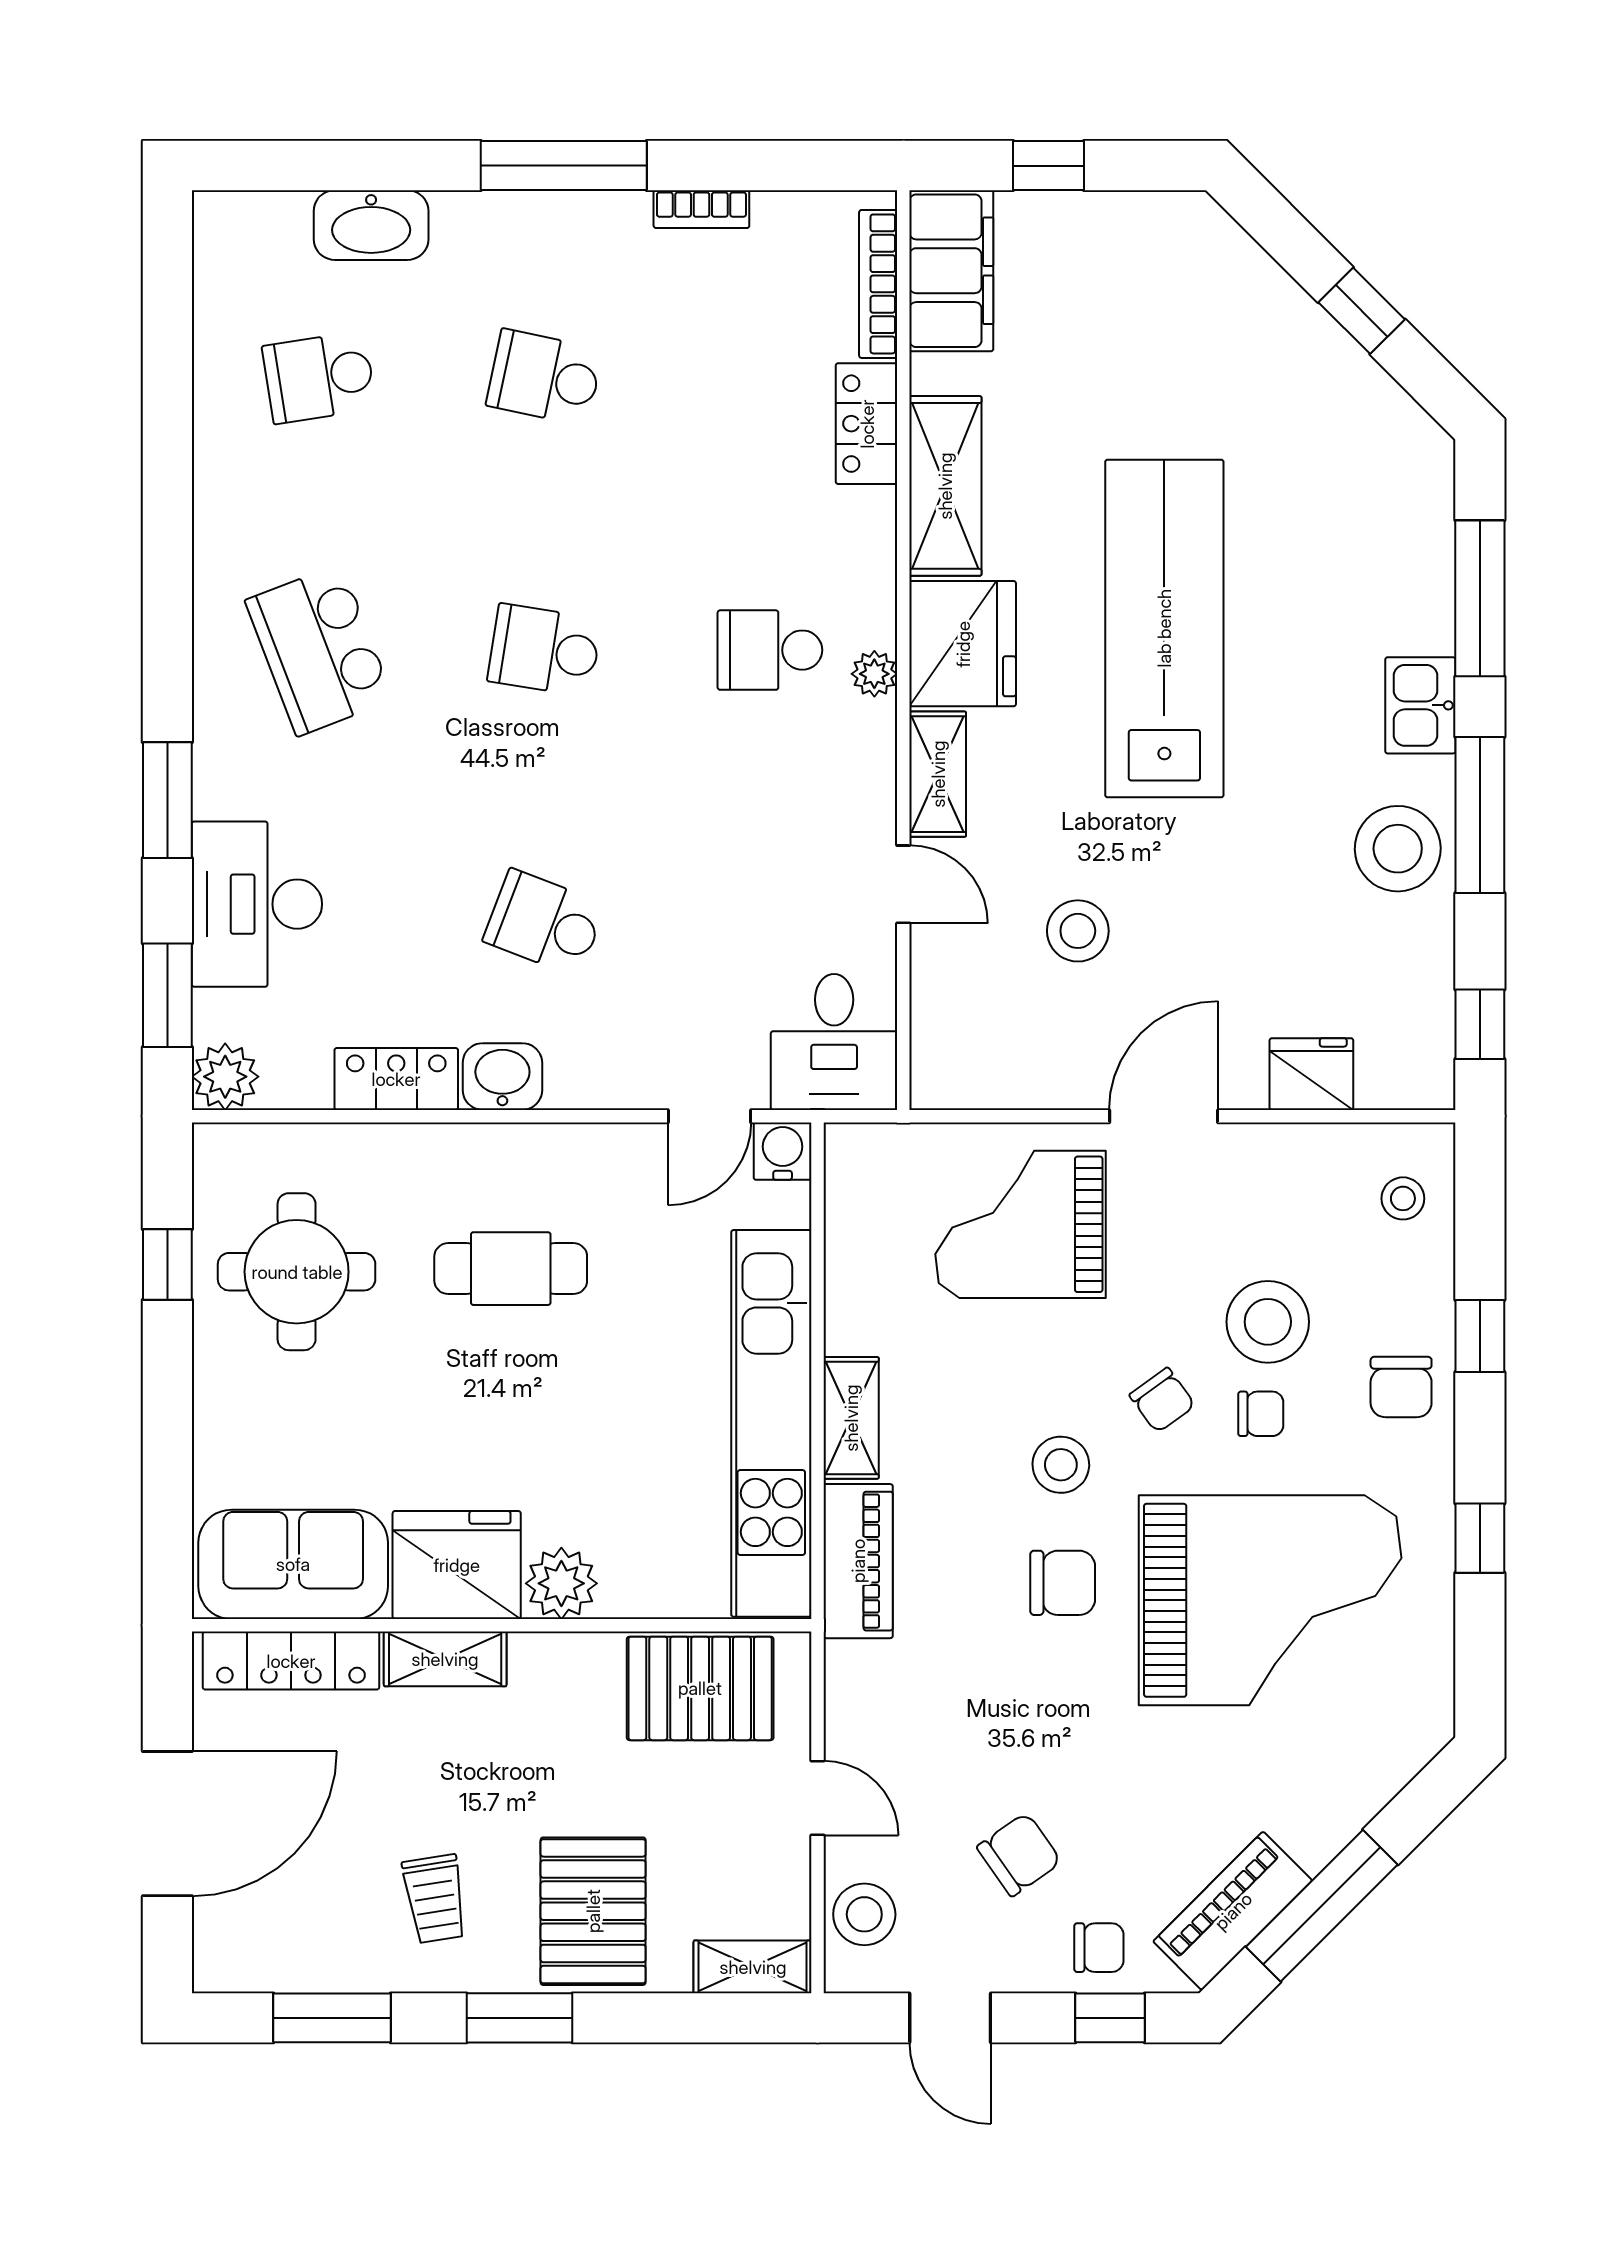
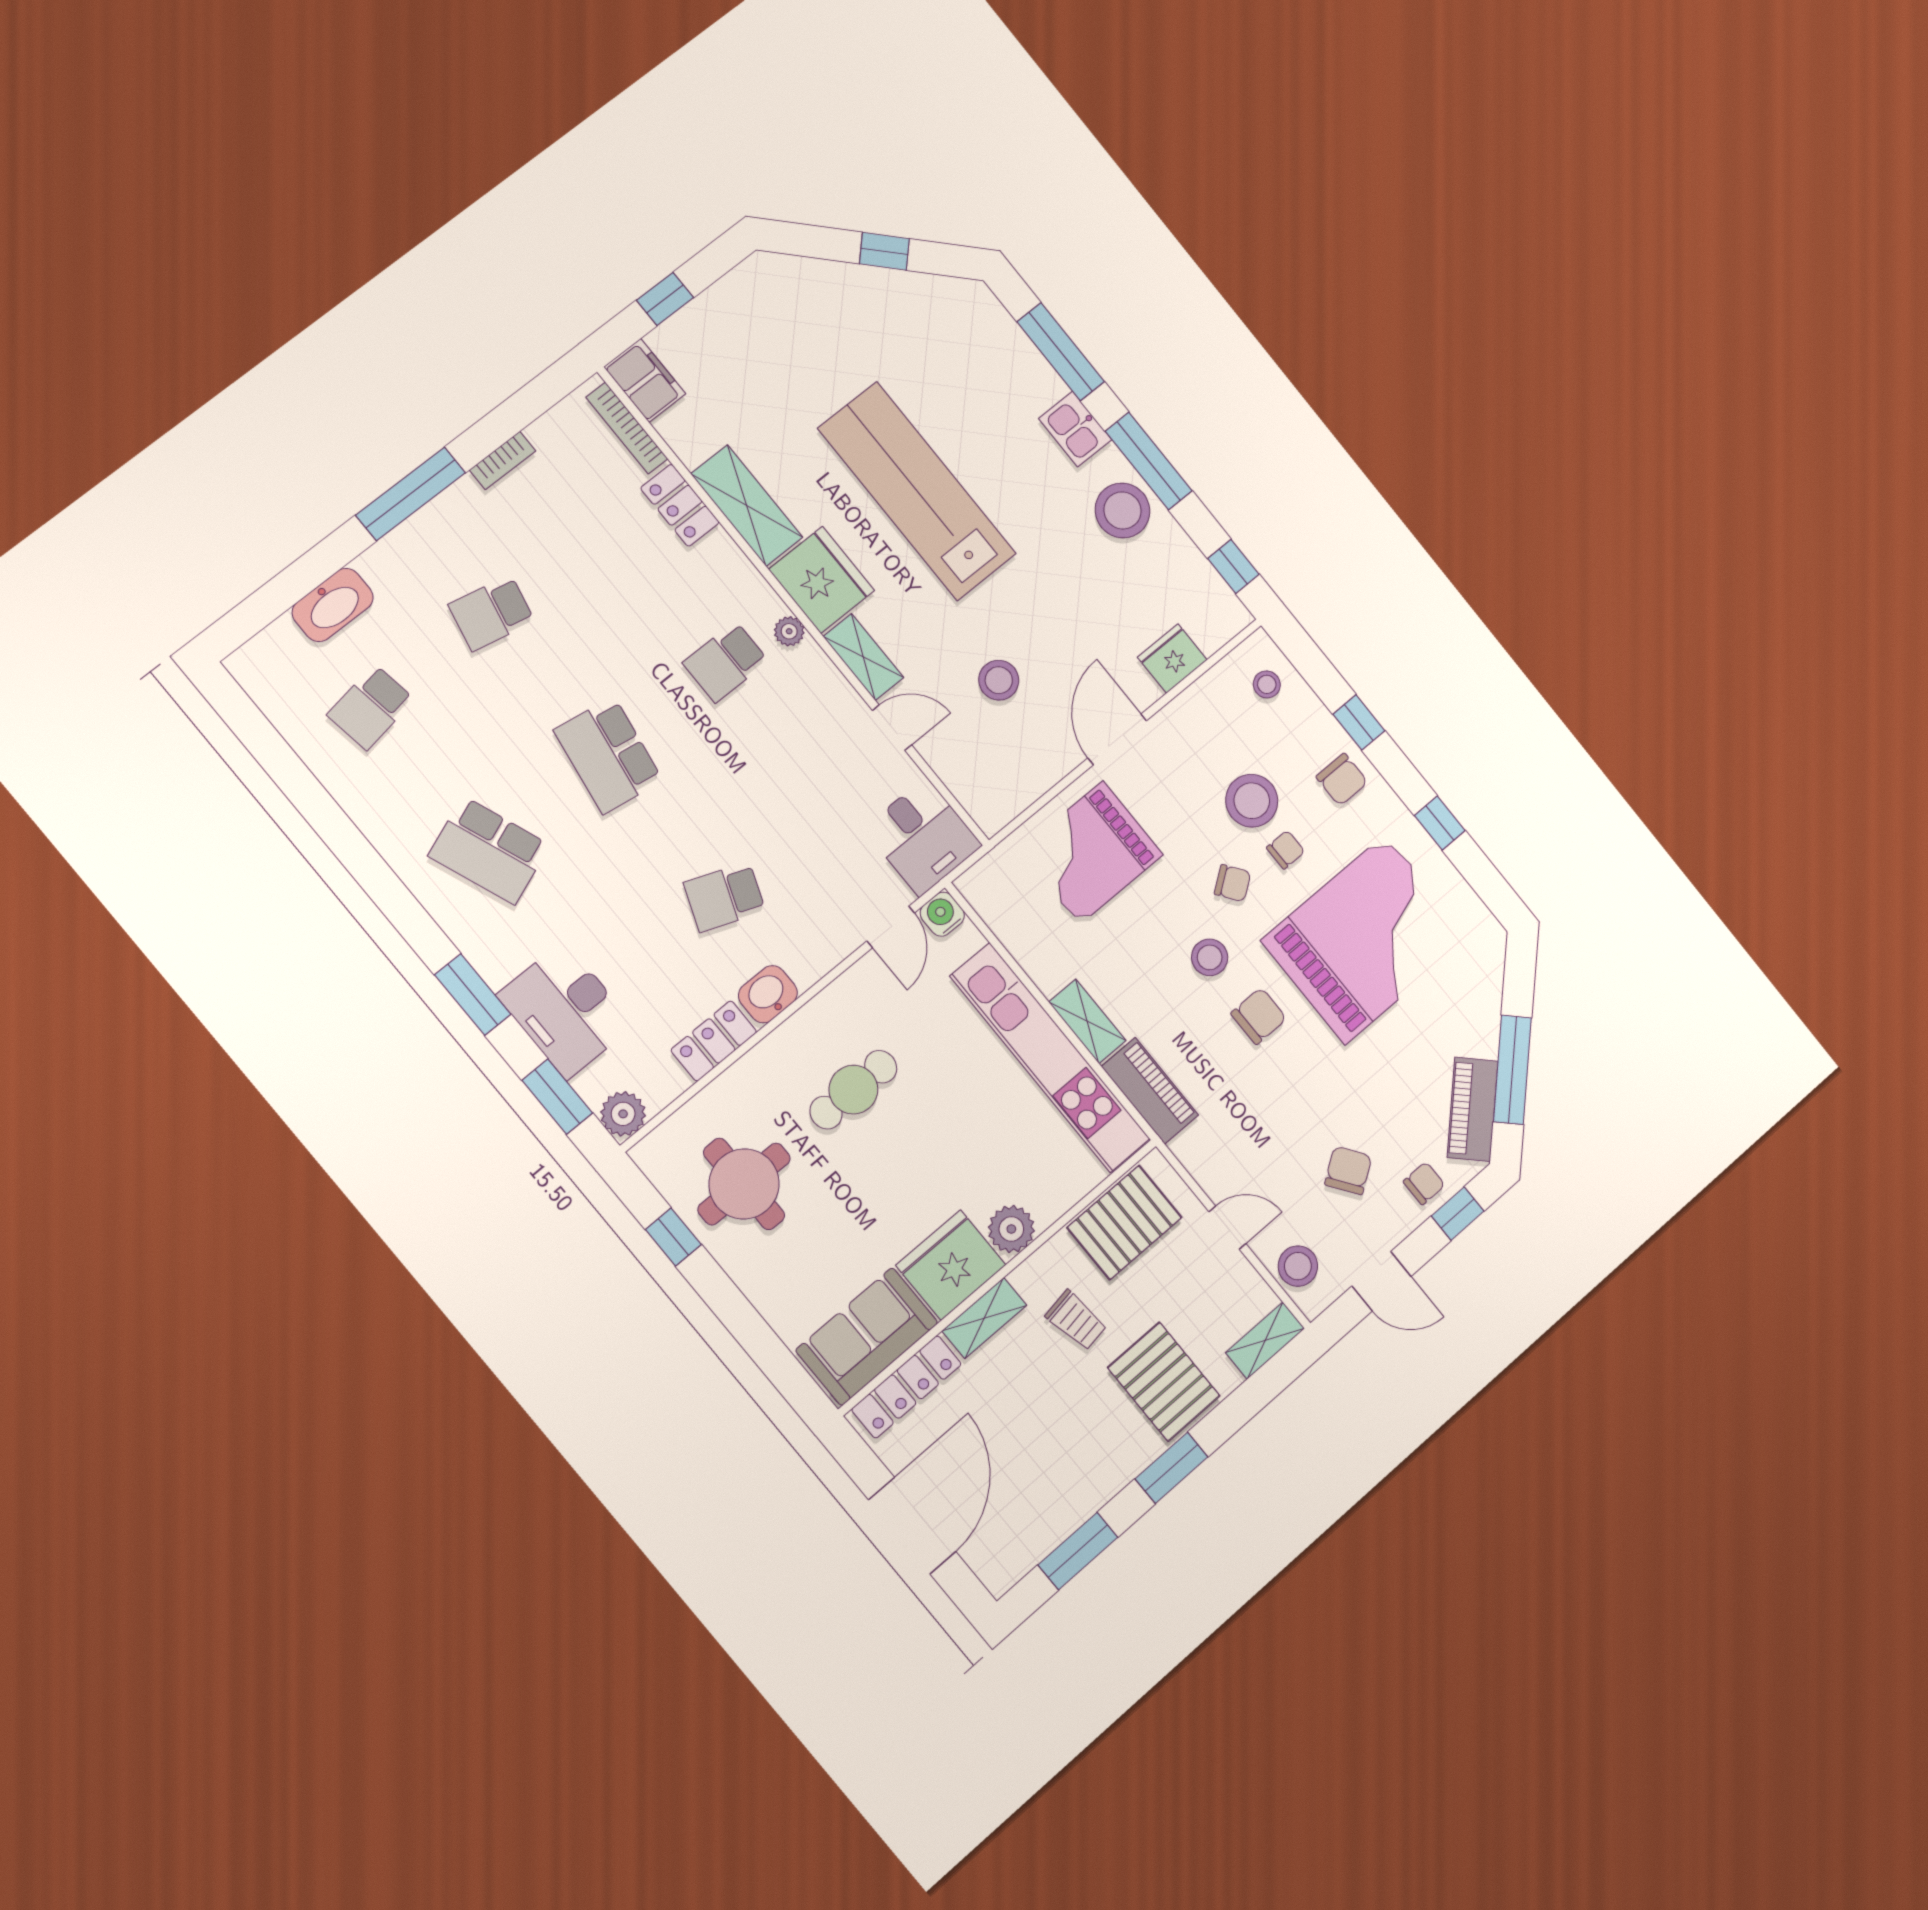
filing cabinet: (951, 271) -> (645, 380), width x0.67, depth x0.86
school desk: (545, 650) -> (608, 755), width x1.85
trolley: (435, 1899) -> (1076, 1320), moved

